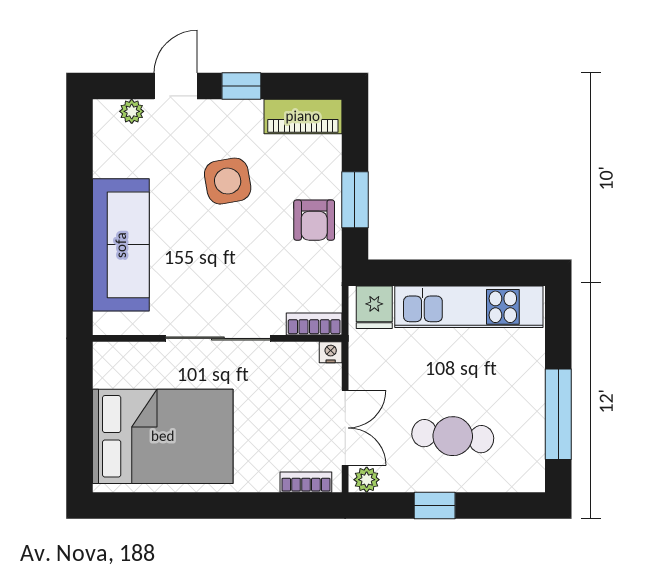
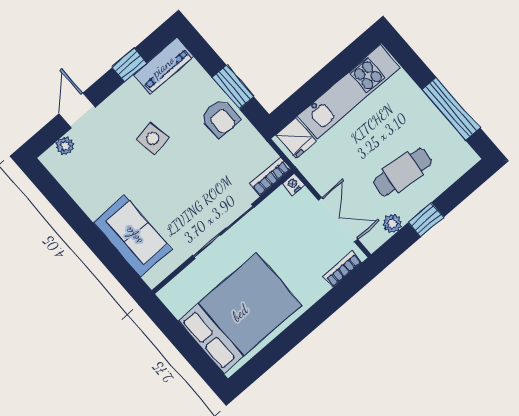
window: (241, 86) -> (129, 65), moved
side table: (228, 181) -> (152, 138), width x0.73, depth x0.73
sofa: (121, 245) -> (132, 236), width x0.73
plant: (367, 480) -> (392, 223), moved

